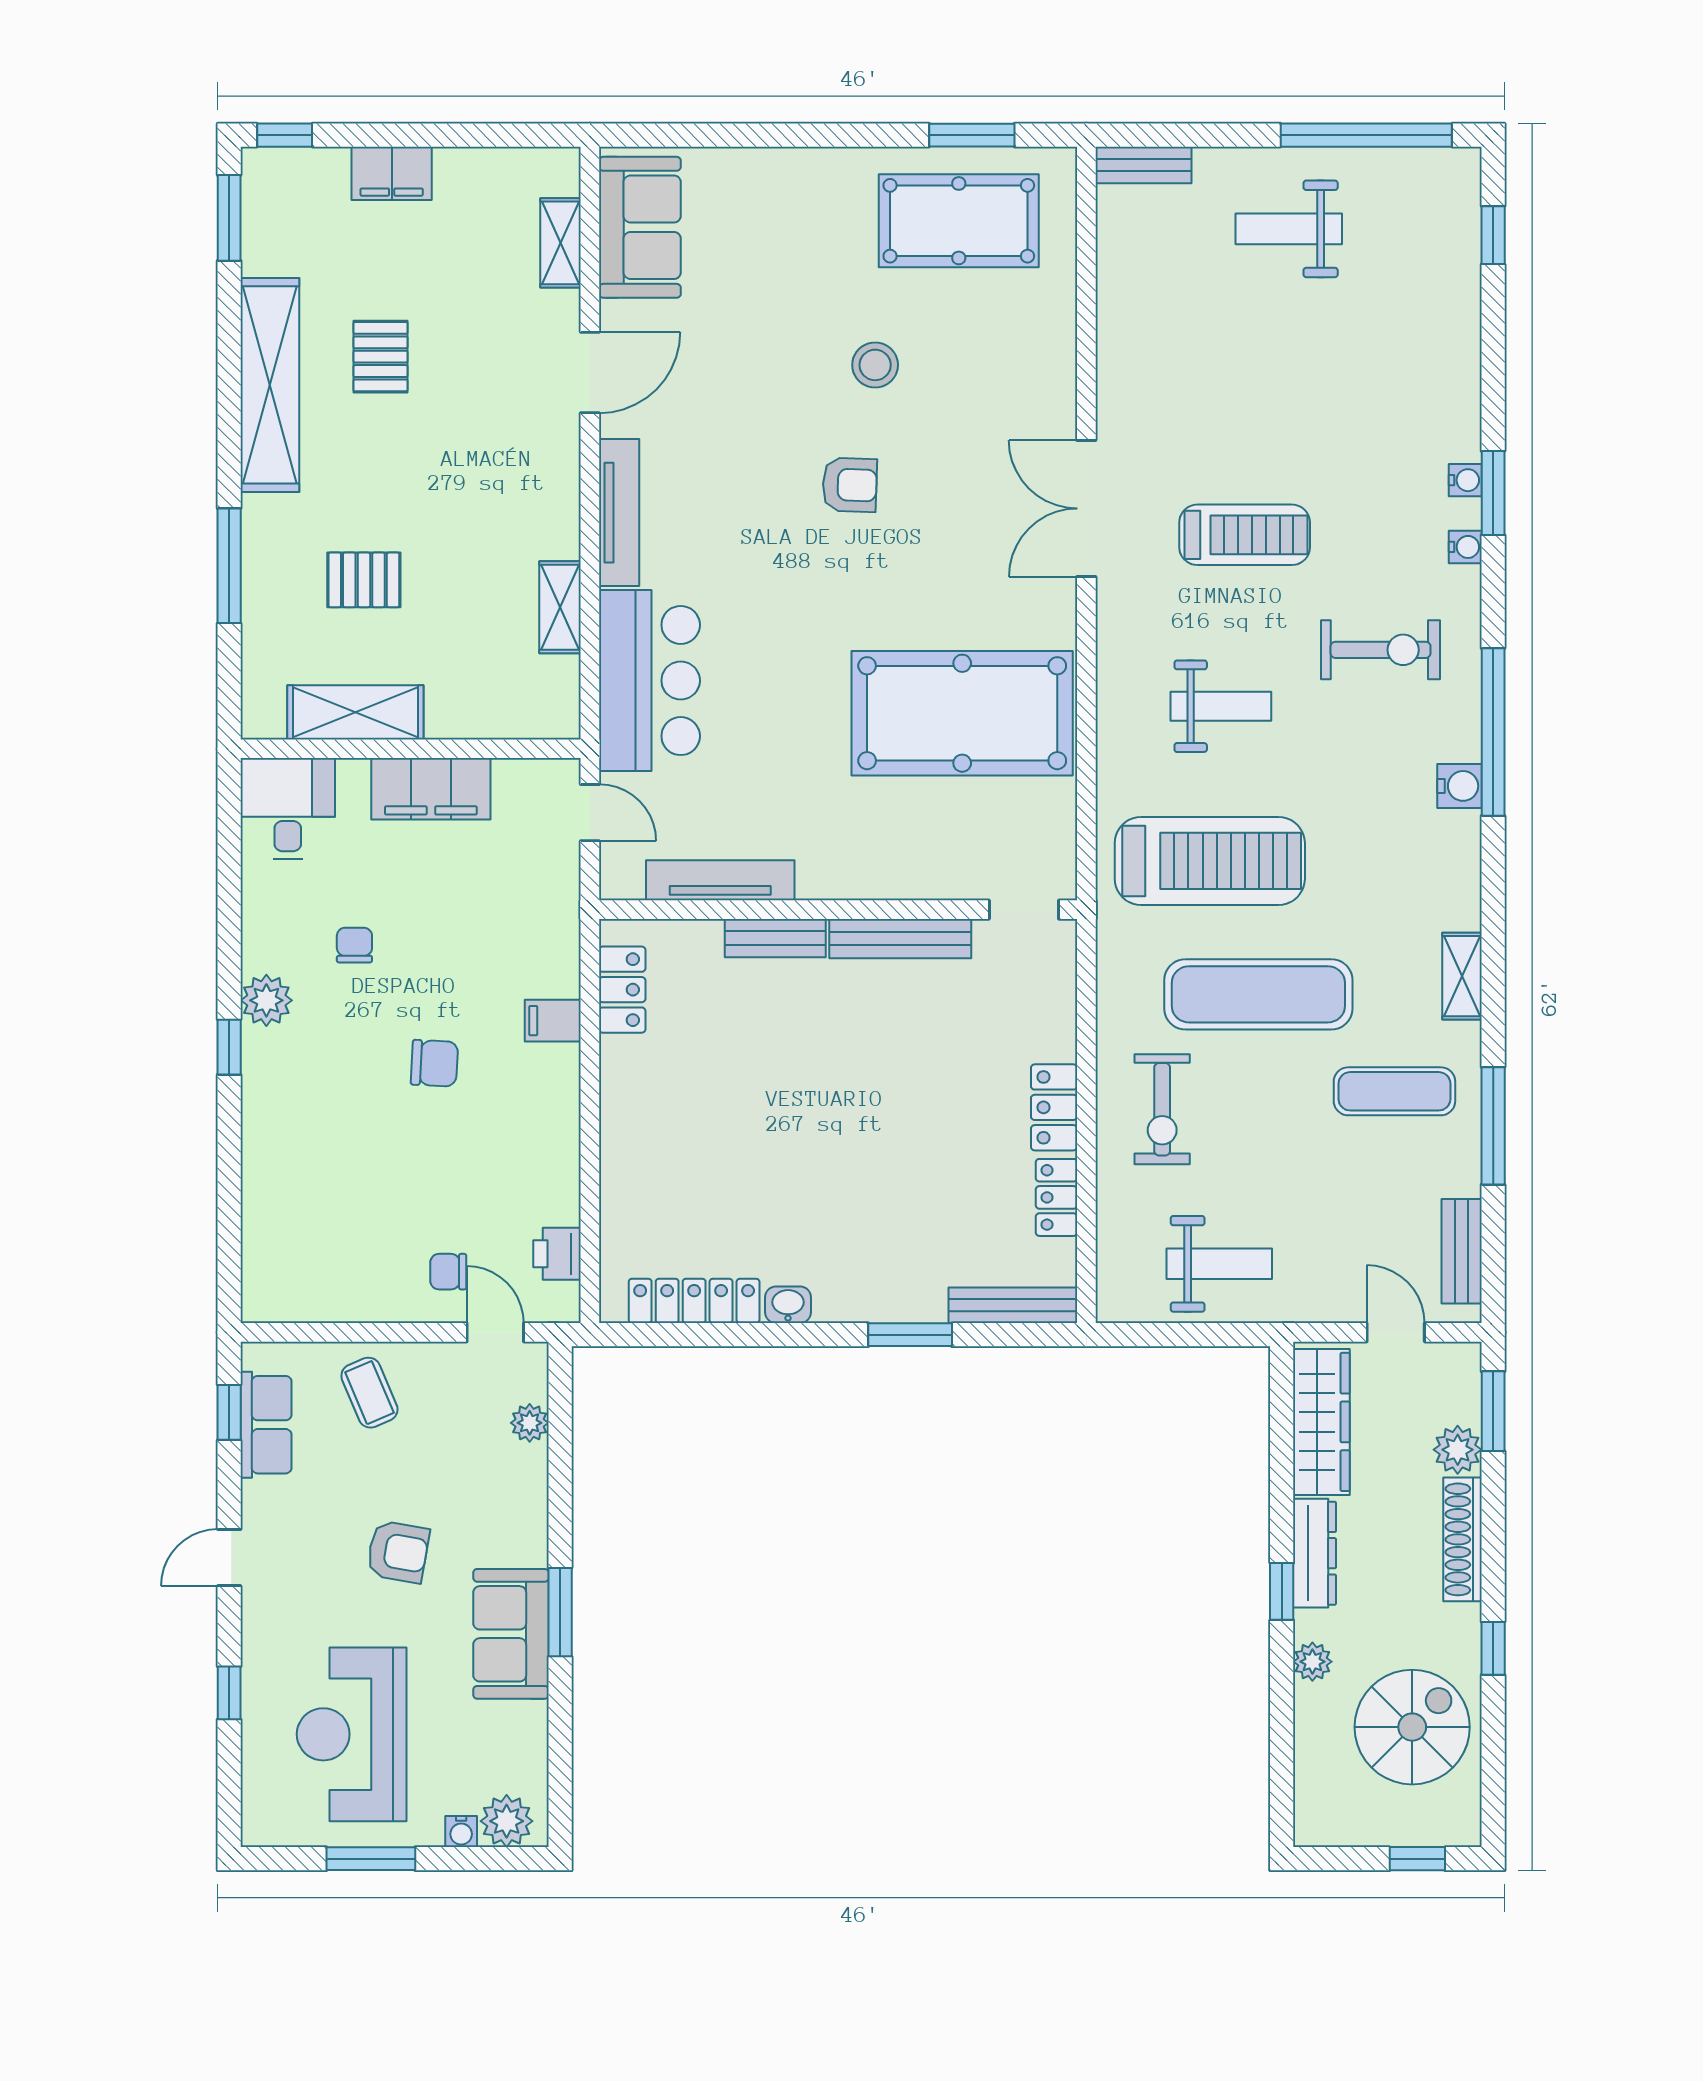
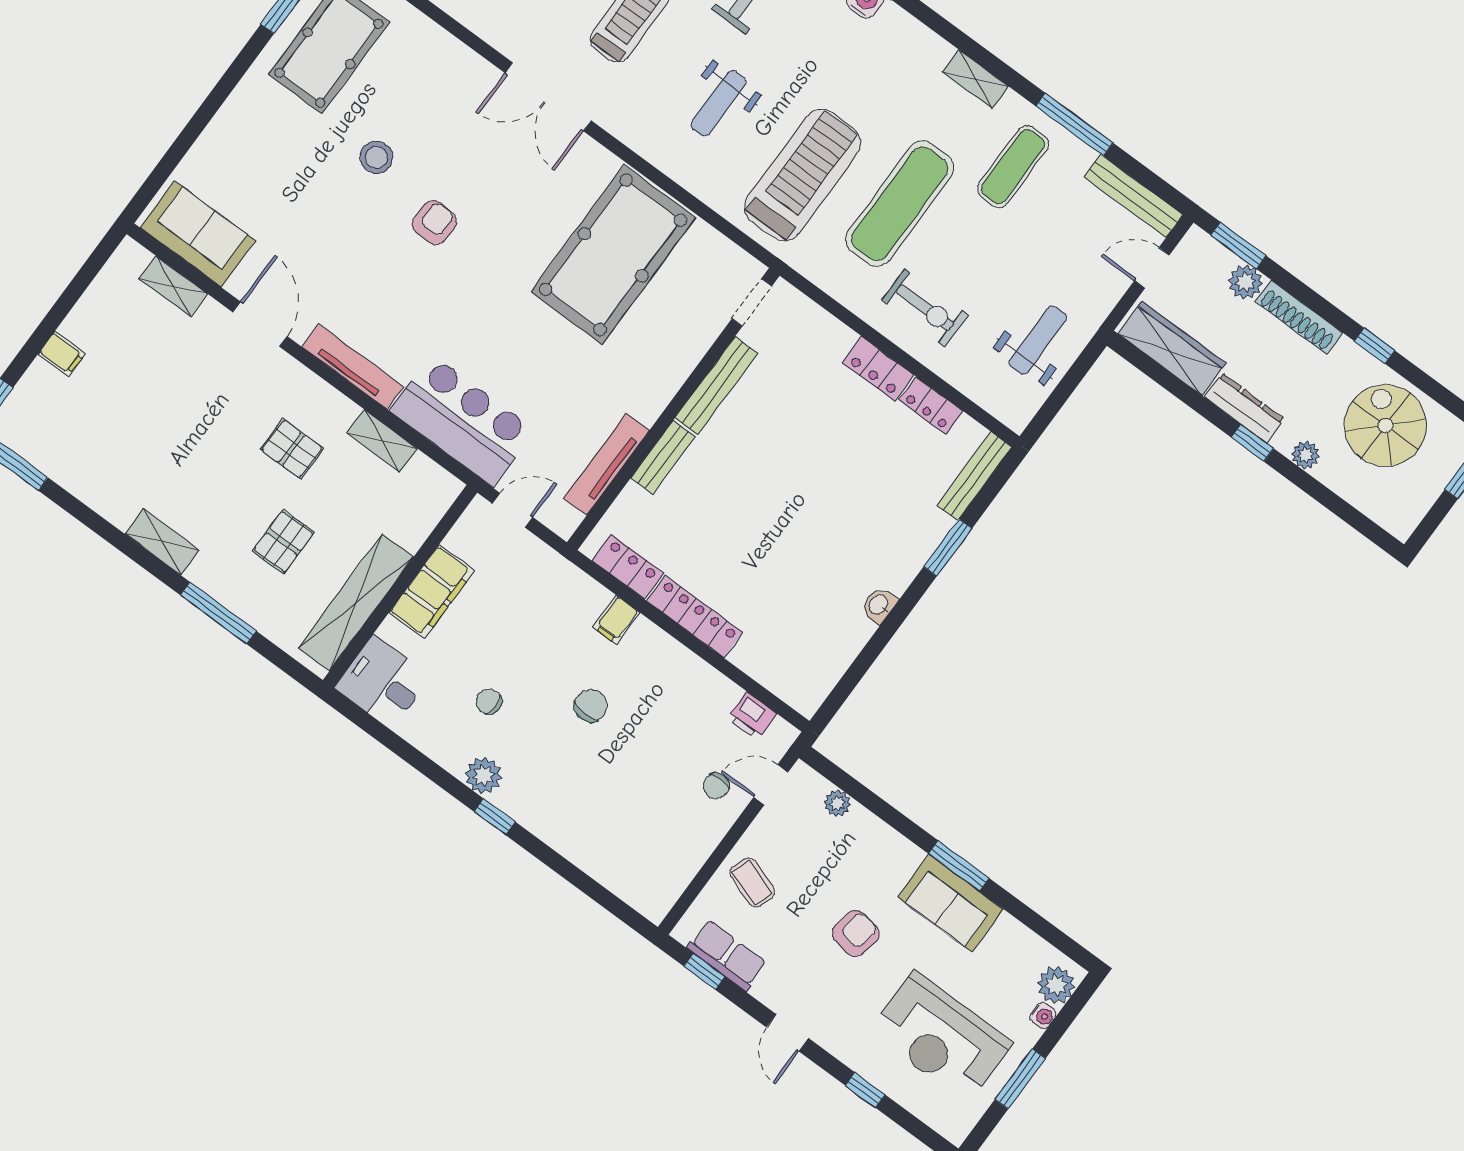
filing cabinet: (392, 173) -> (62, 354), width x0.50
pallet: (381, 357) -> (292, 449), moved
shelving: (270, 385) -> (162, 542), width x0.45, depth x0.75
weight bench: (1221, 706) -> (719, 103), turned 180
shelving: (355, 712) -> (356, 603), width x1.47
bench: (1462, 1251) -> (1133, 196), width x1.36
locker: (694, 1301) -> (695, 617), moved, turned 90
coffee table: (369, 1393) -> (752, 882), turned 42

